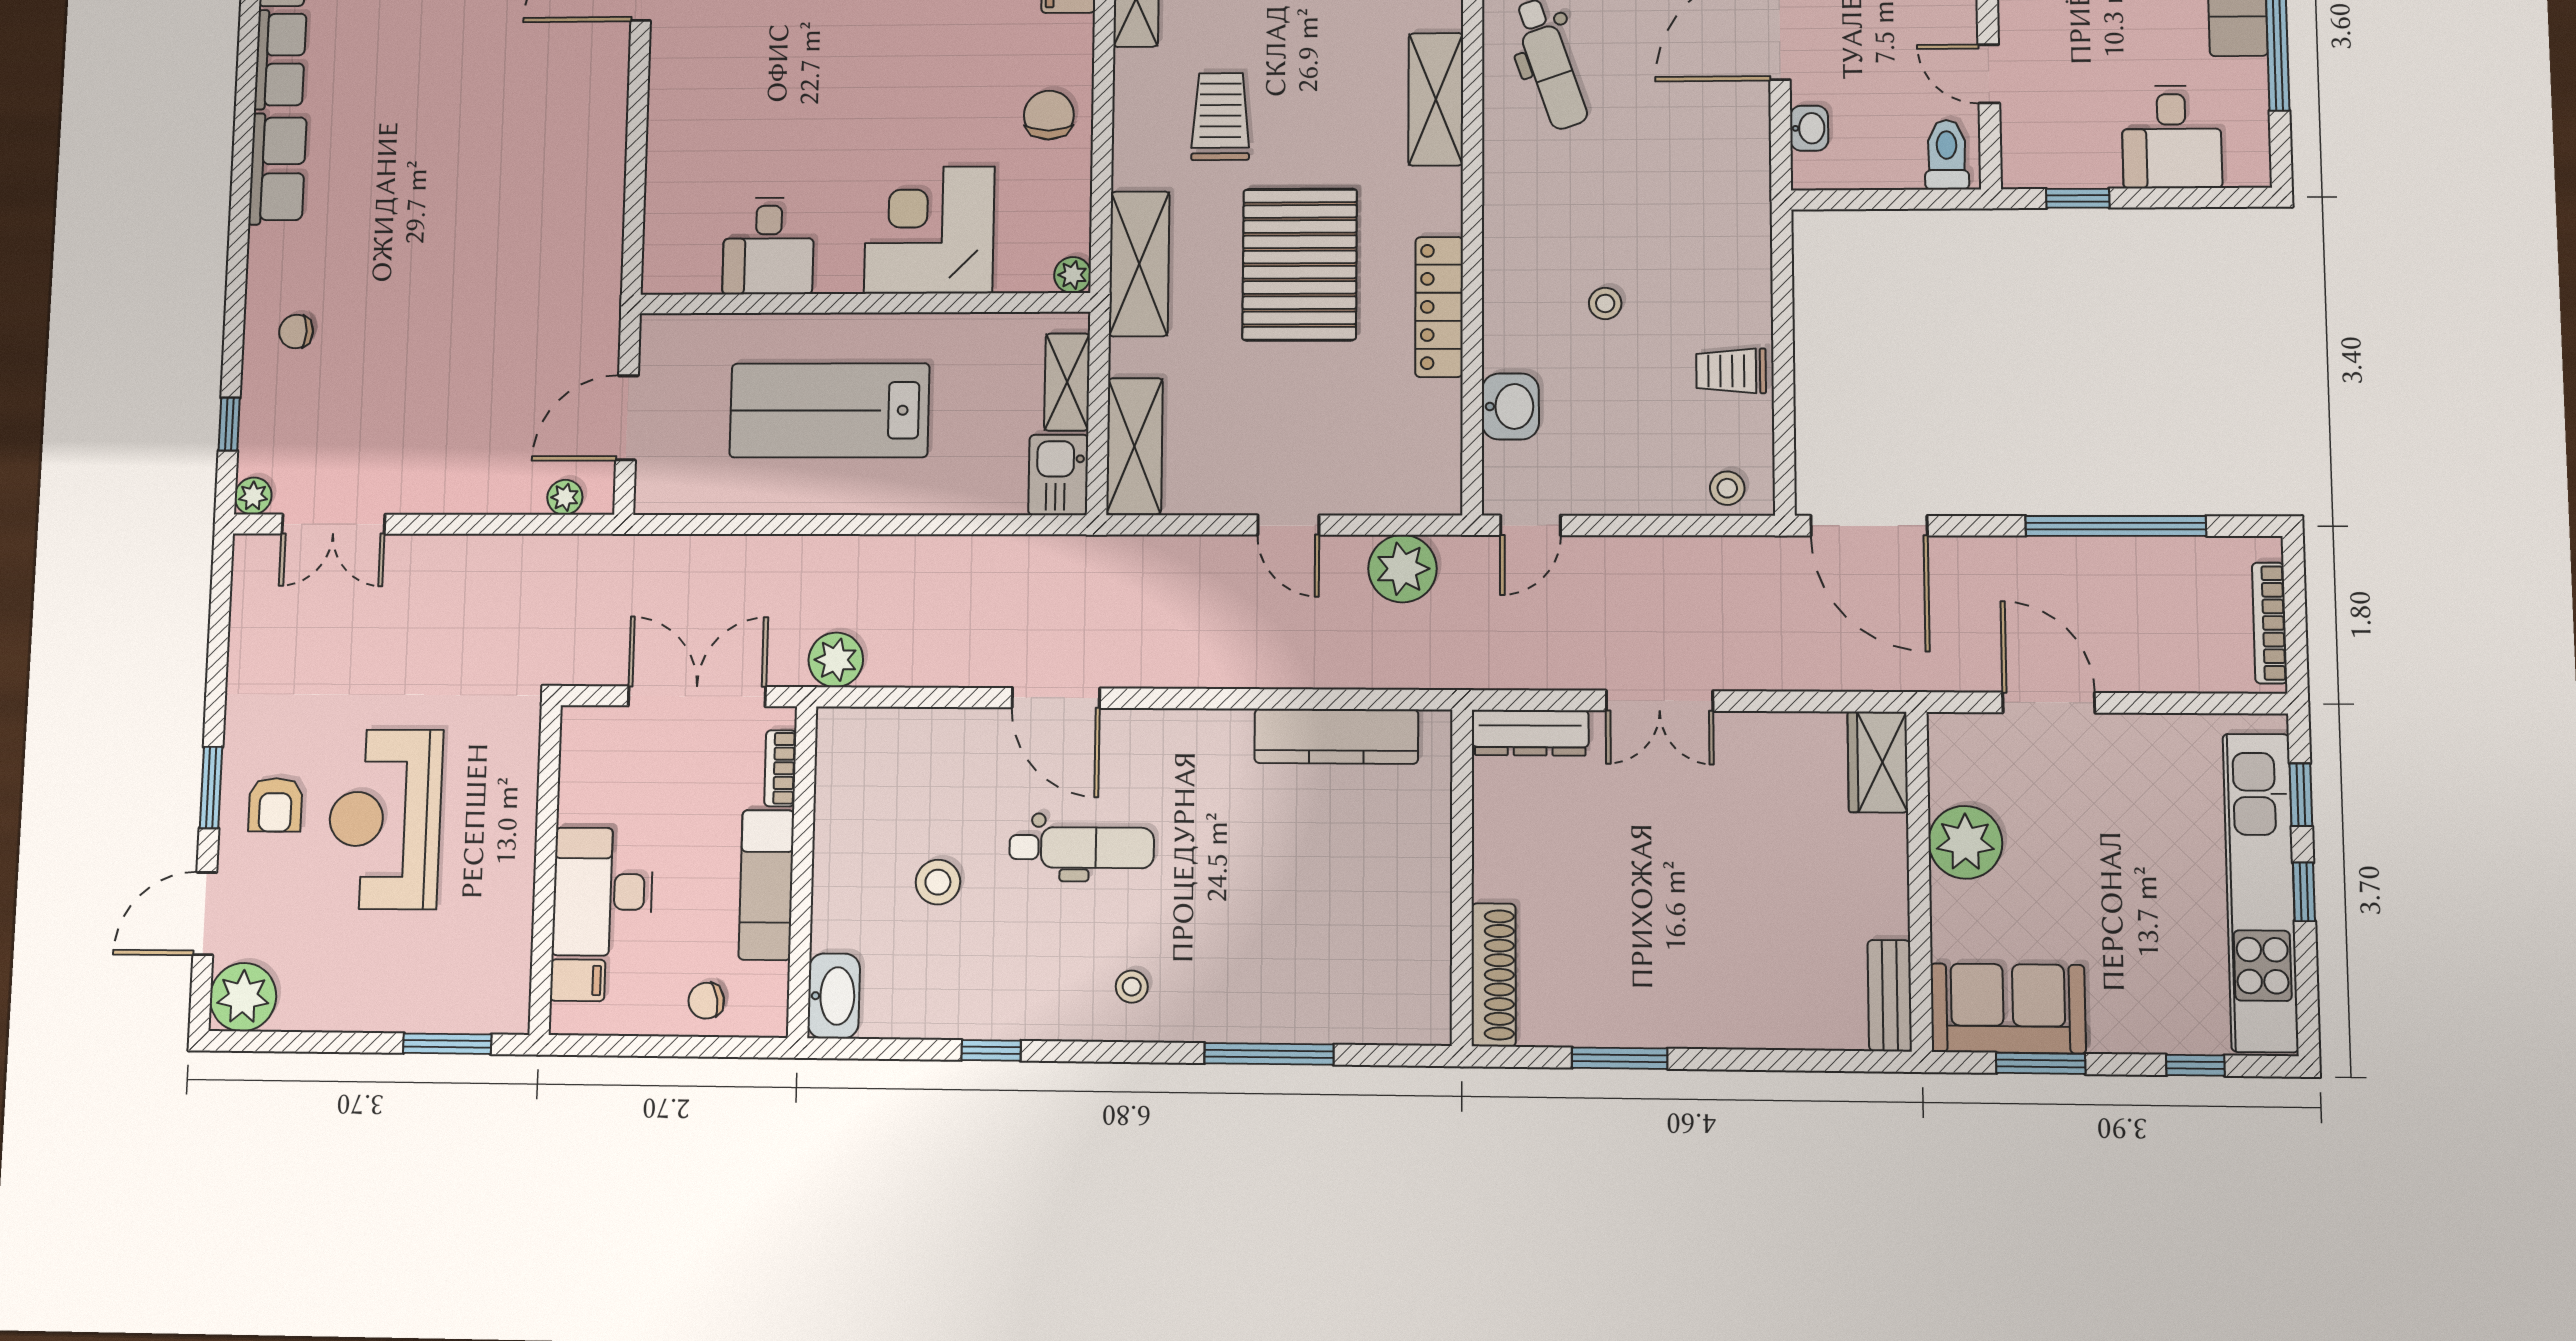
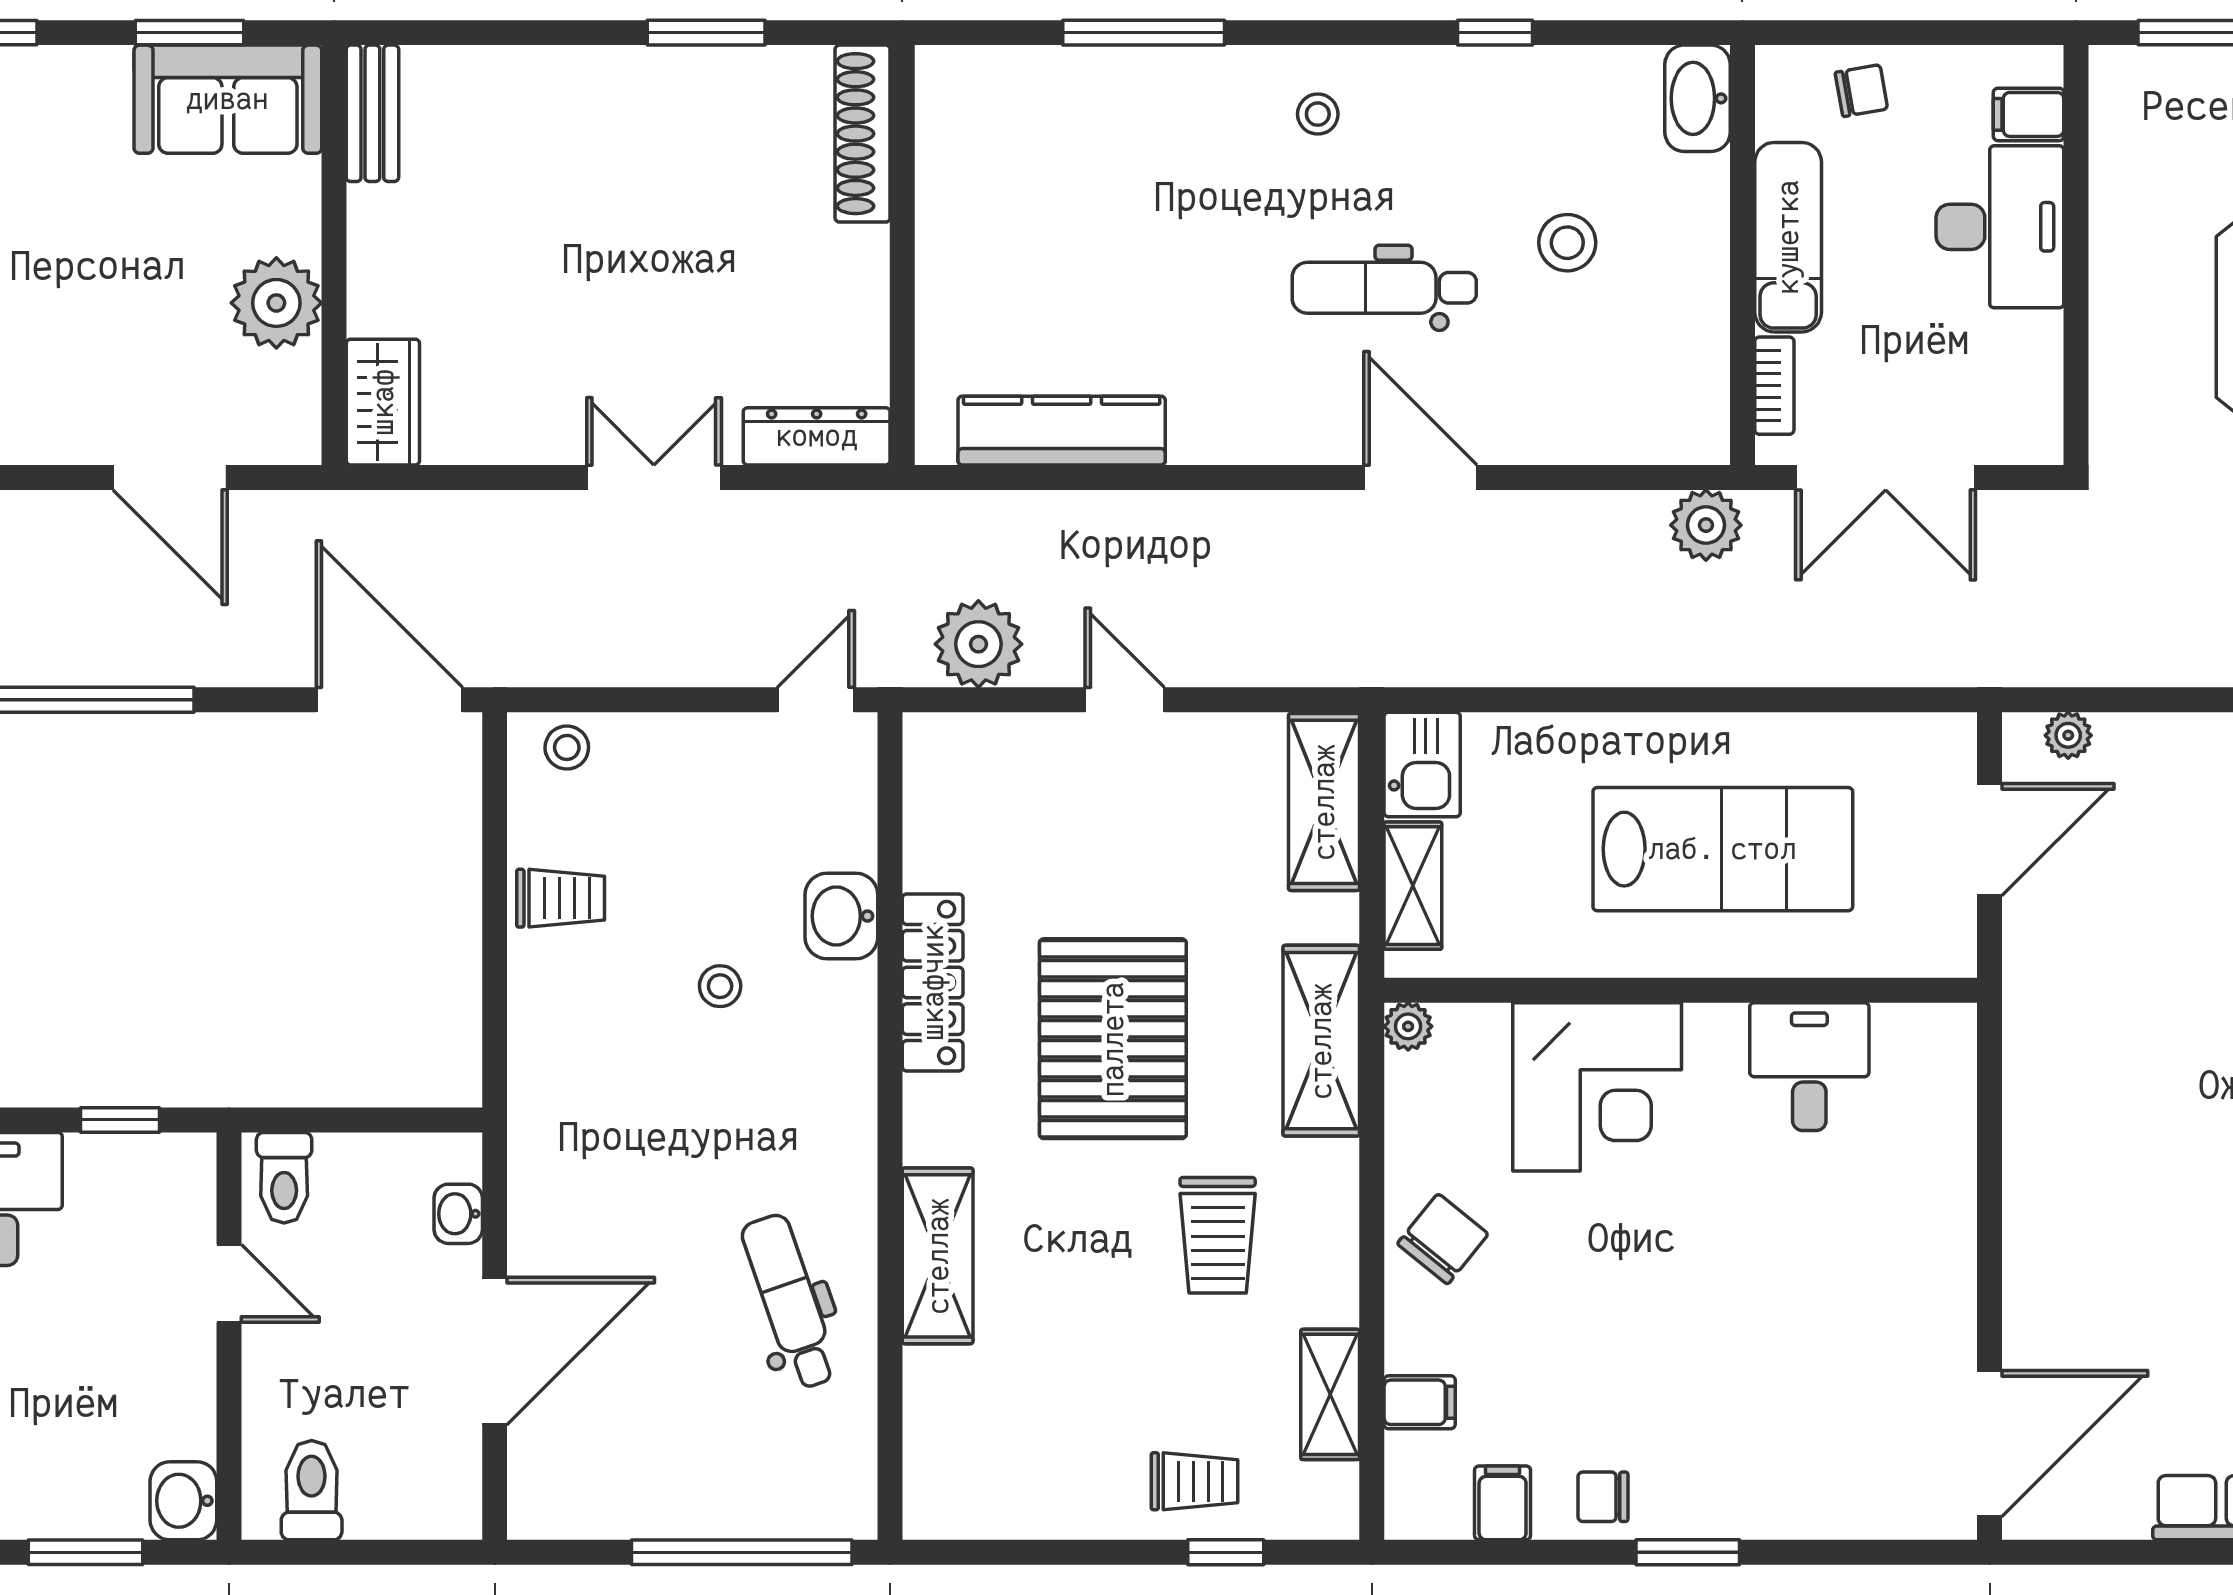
chair: (1049, 115) -> (1443, 1239), turned -141
washbasin: (1510, 406) -> (841, 916), moved

